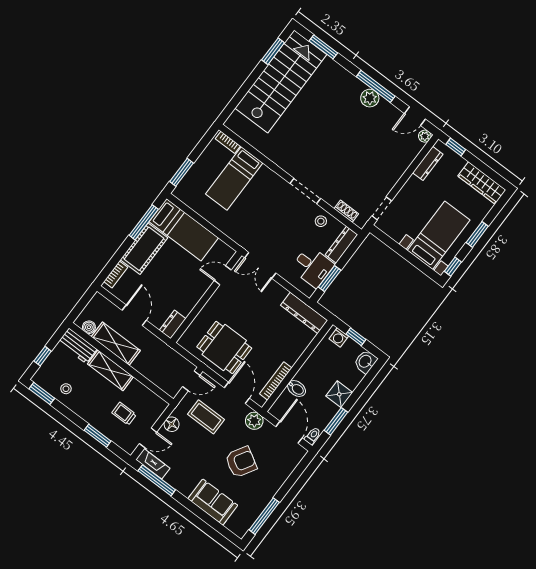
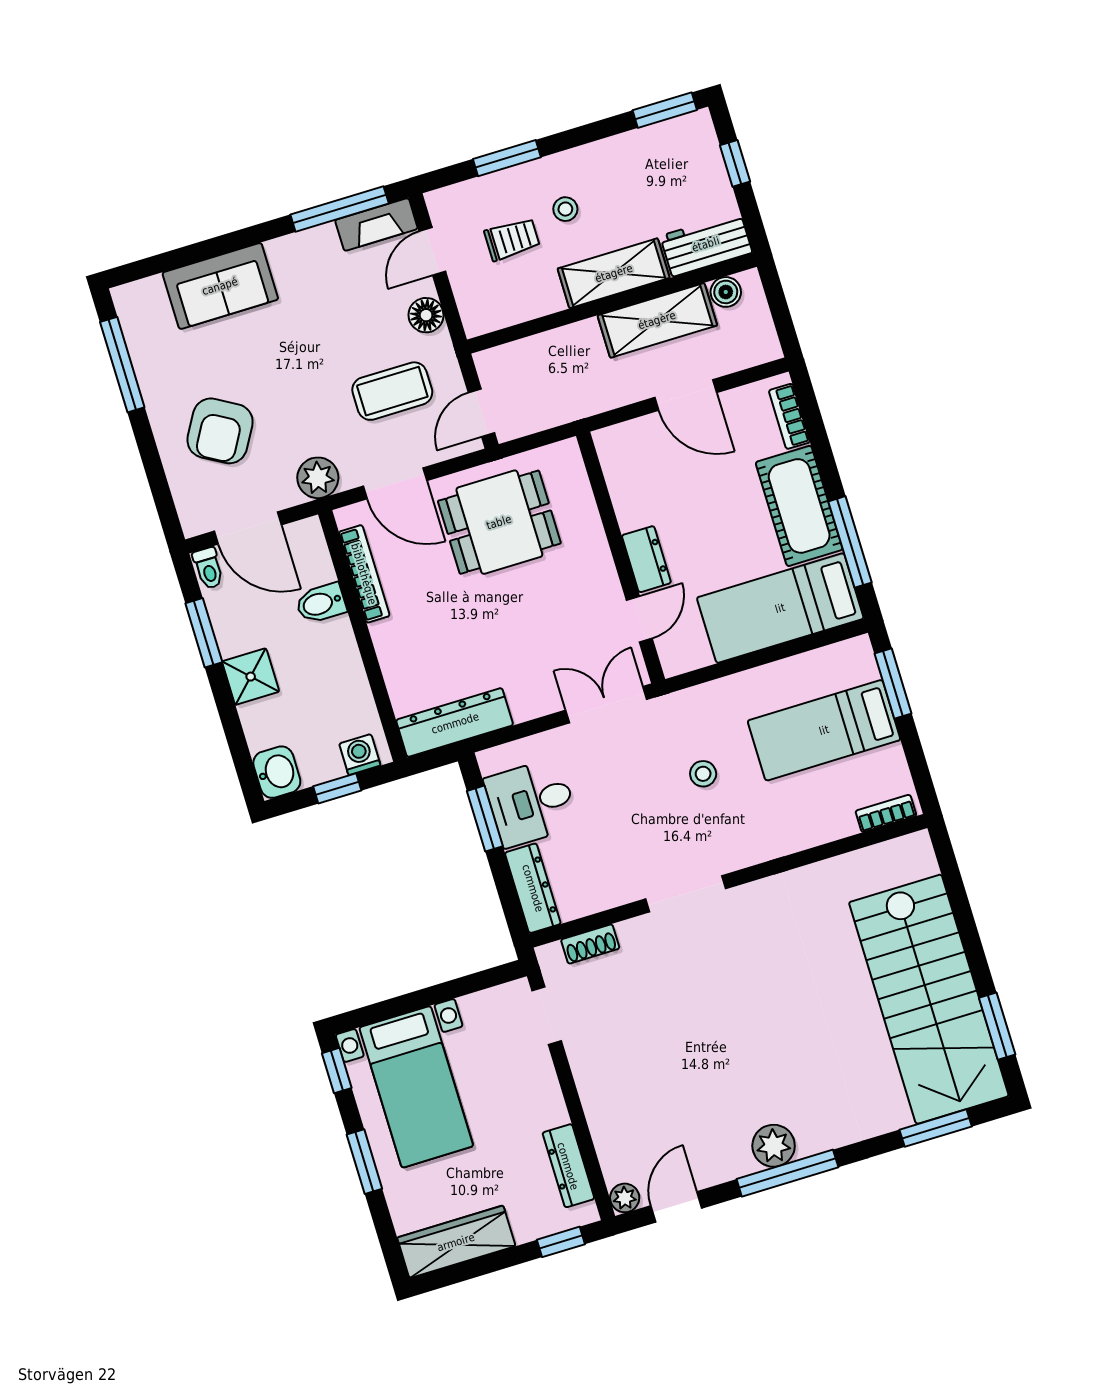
bed: (234, 178) -> (824, 730), moved, turned -90
stool: (321, 221) -> (703, 774), moved
dresser: (173, 324) -> (646, 559), moved
stool: (66, 389) -> (565, 209), moved
armchair: (241, 462) -> (220, 431), moved

